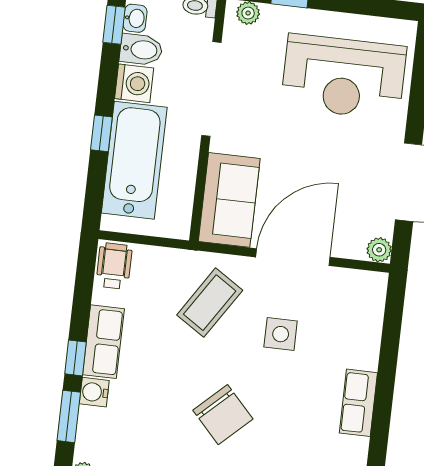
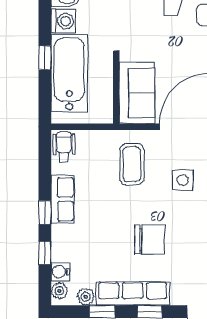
coffee table: (210, 303) -> (132, 164), turned -33
water cooler: (94, 392) -> (60, 272), moved
chair: (223, 415) -> (150, 239), turned -47
window: (69, 416) -> (45, 253), width x0.67

